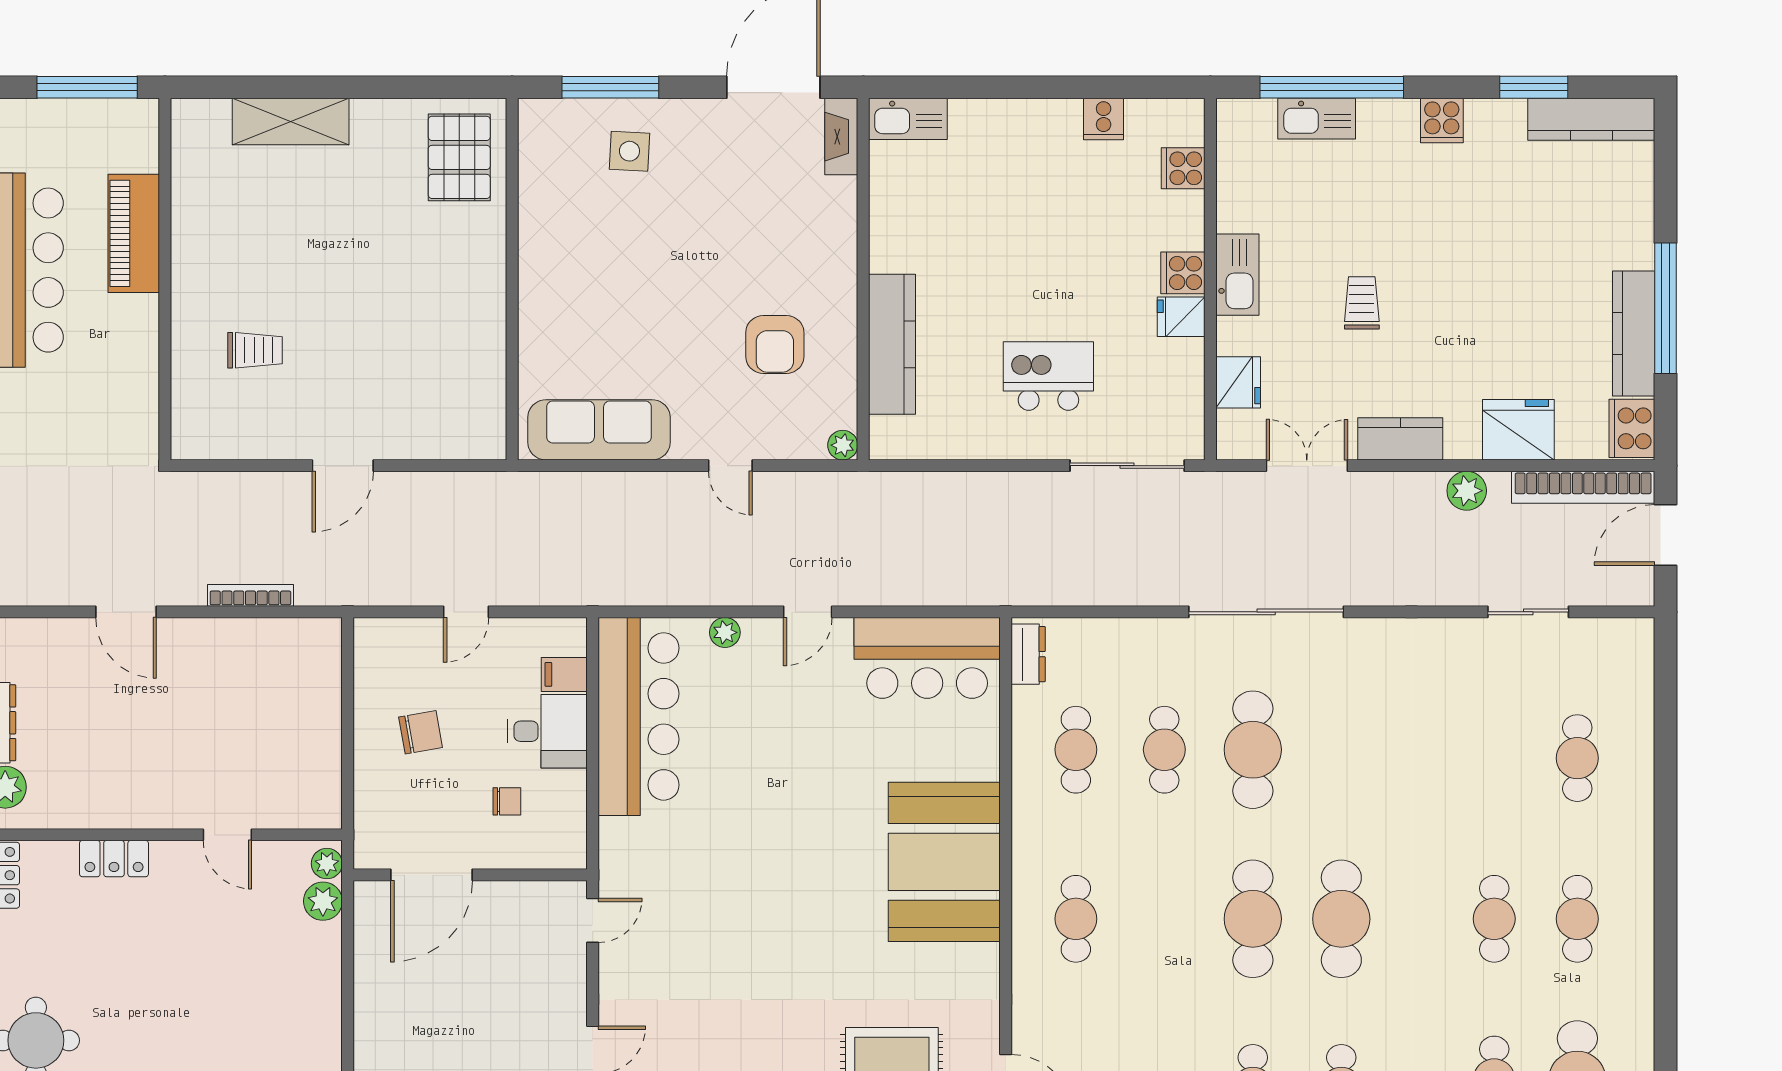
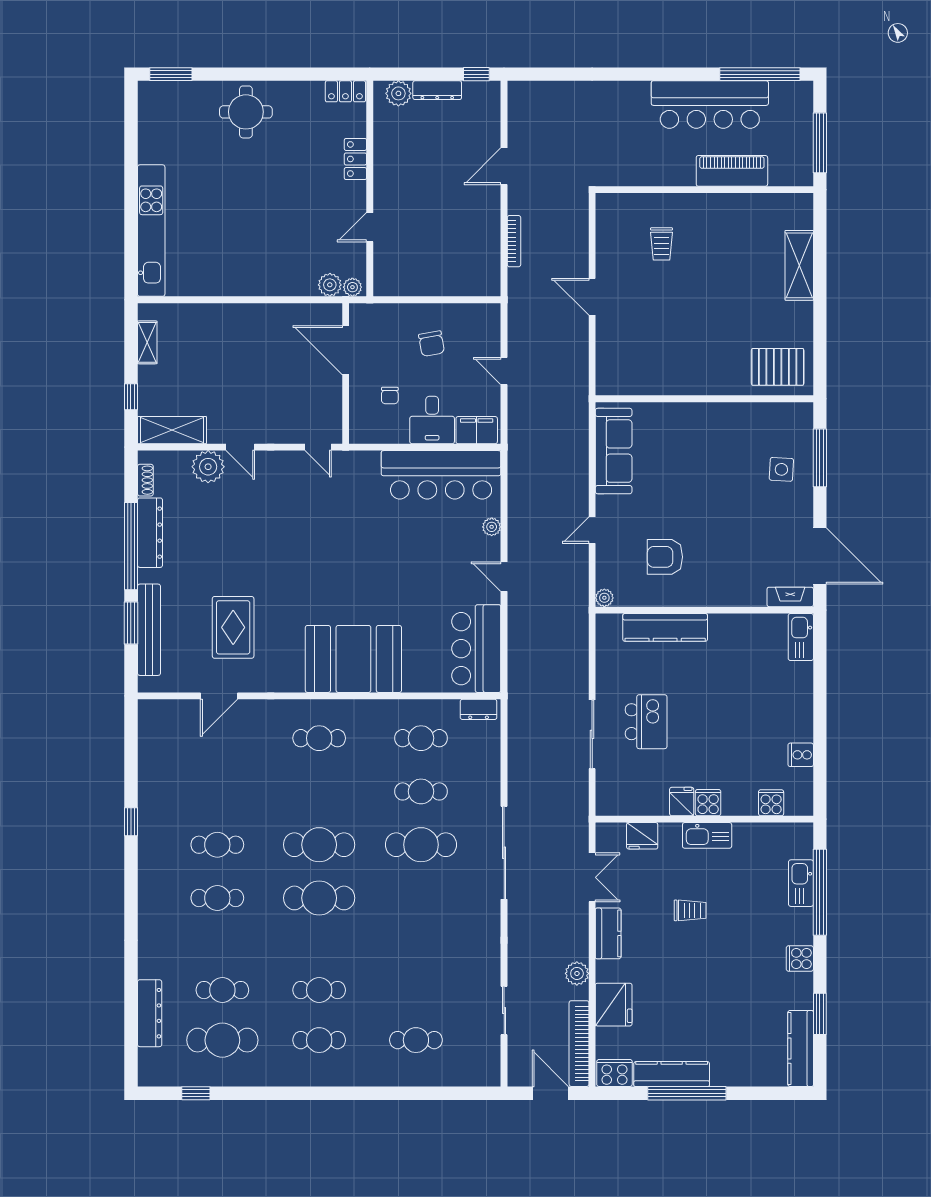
sliding door: (1127, 466) -> (592, 734), moved
filing cabinet: (564, 674) -> (477, 430), width x2.00

